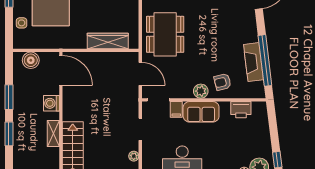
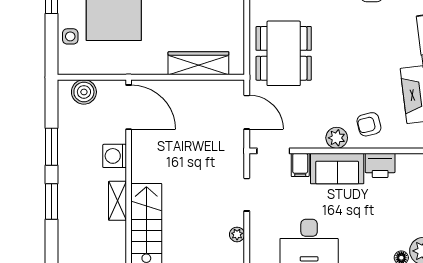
printer: (241, 110) -> (380, 165), moved

